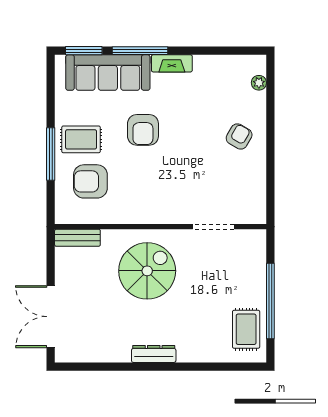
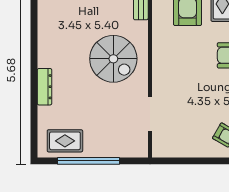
dresser: (154, 354) -> (44, 87), moved

